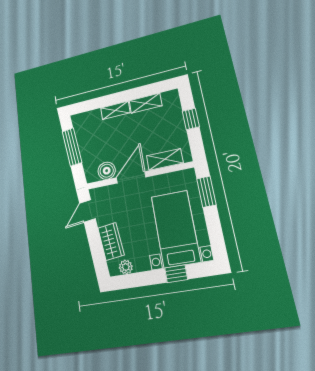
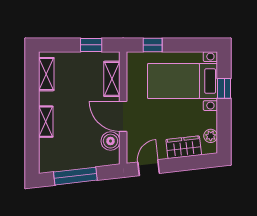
shelving: (145, 103) -> (46, 74), moved
window: (191, 119) -> (91, 45), moved
window: (206, 192) -> (153, 45), width x0.67
door: (87, 211) -> (149, 168), swing flipped

